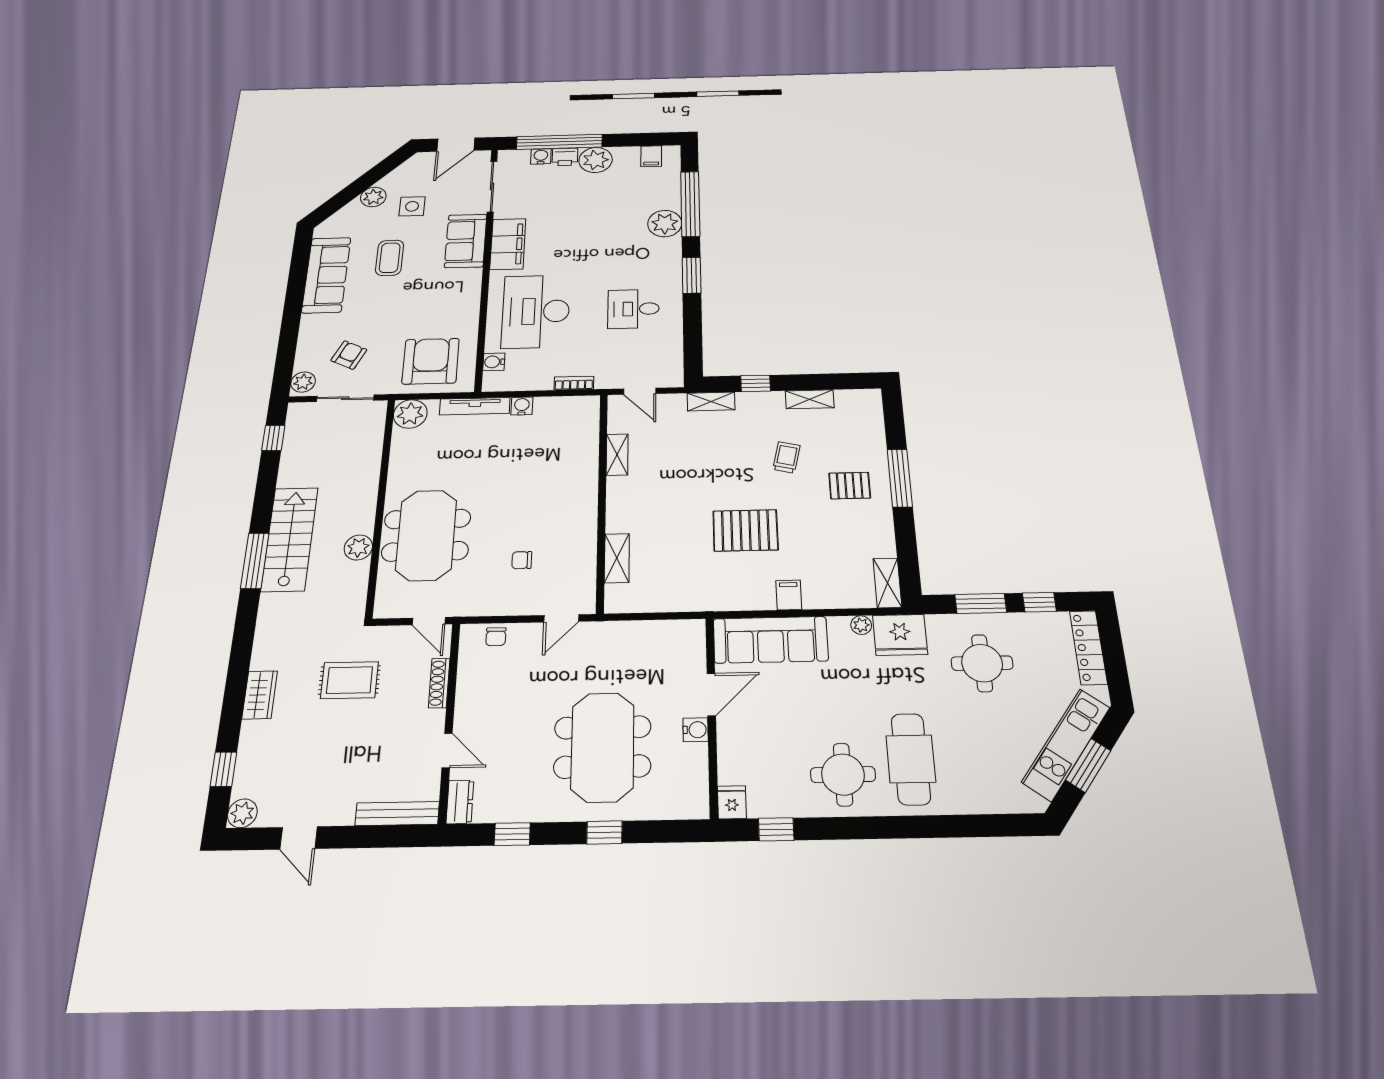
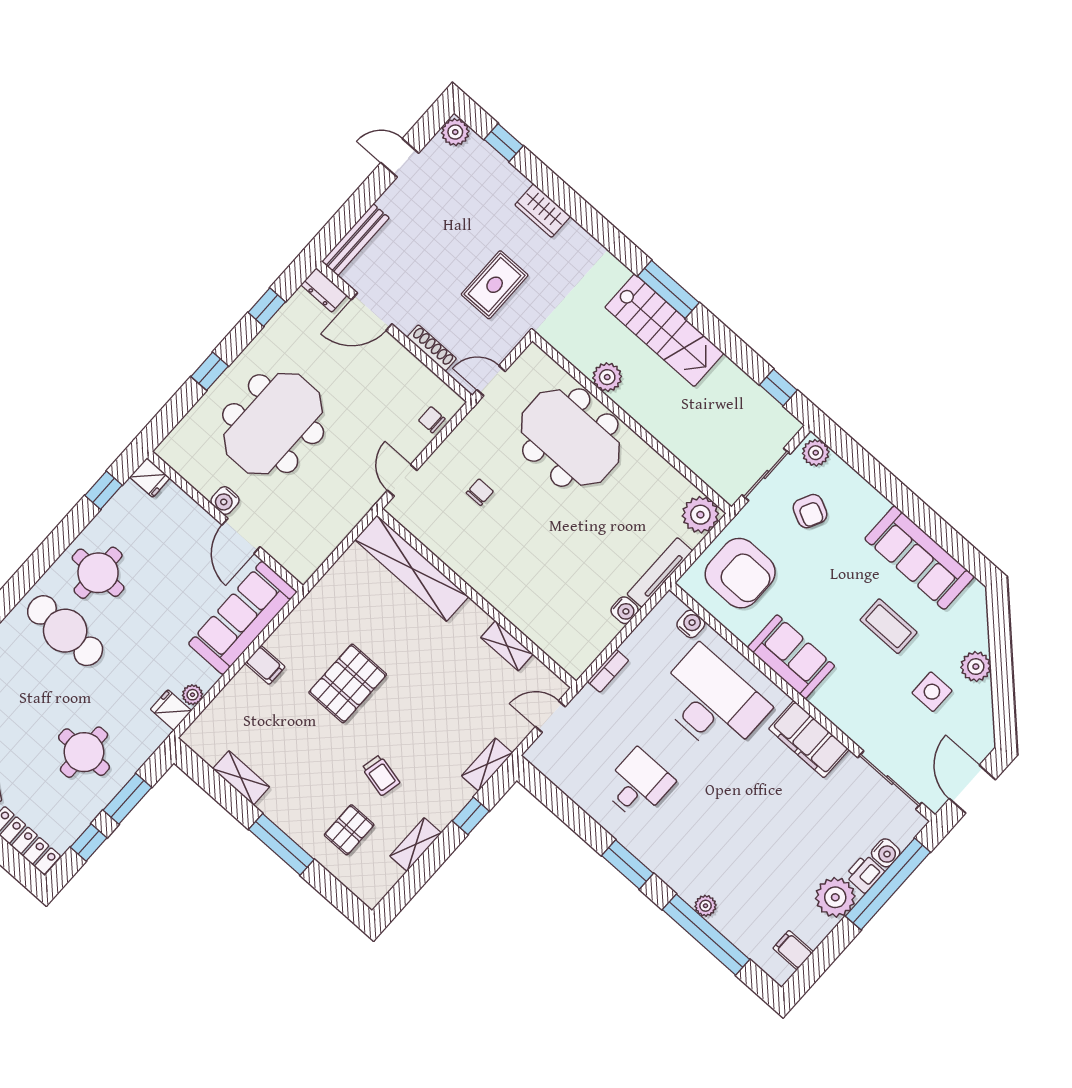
plant: (665, 224) -> (705, 906), width x0.53, depth x0.53
sofa: (466, 241) -> (791, 657), moved
pallet: (850, 486) -> (349, 830), moved
shelving: (617, 558) -> (412, 568), width x2.20, depth x1.33
shelving: (887, 583) -> (241, 778), moved
fridge: (900, 635) -> (171, 710), width x0.53, depth x0.75
meeting table: (602, 747) -> (273, 424), turned 90
door: (447, 751) -> (372, 312), width x1.38

